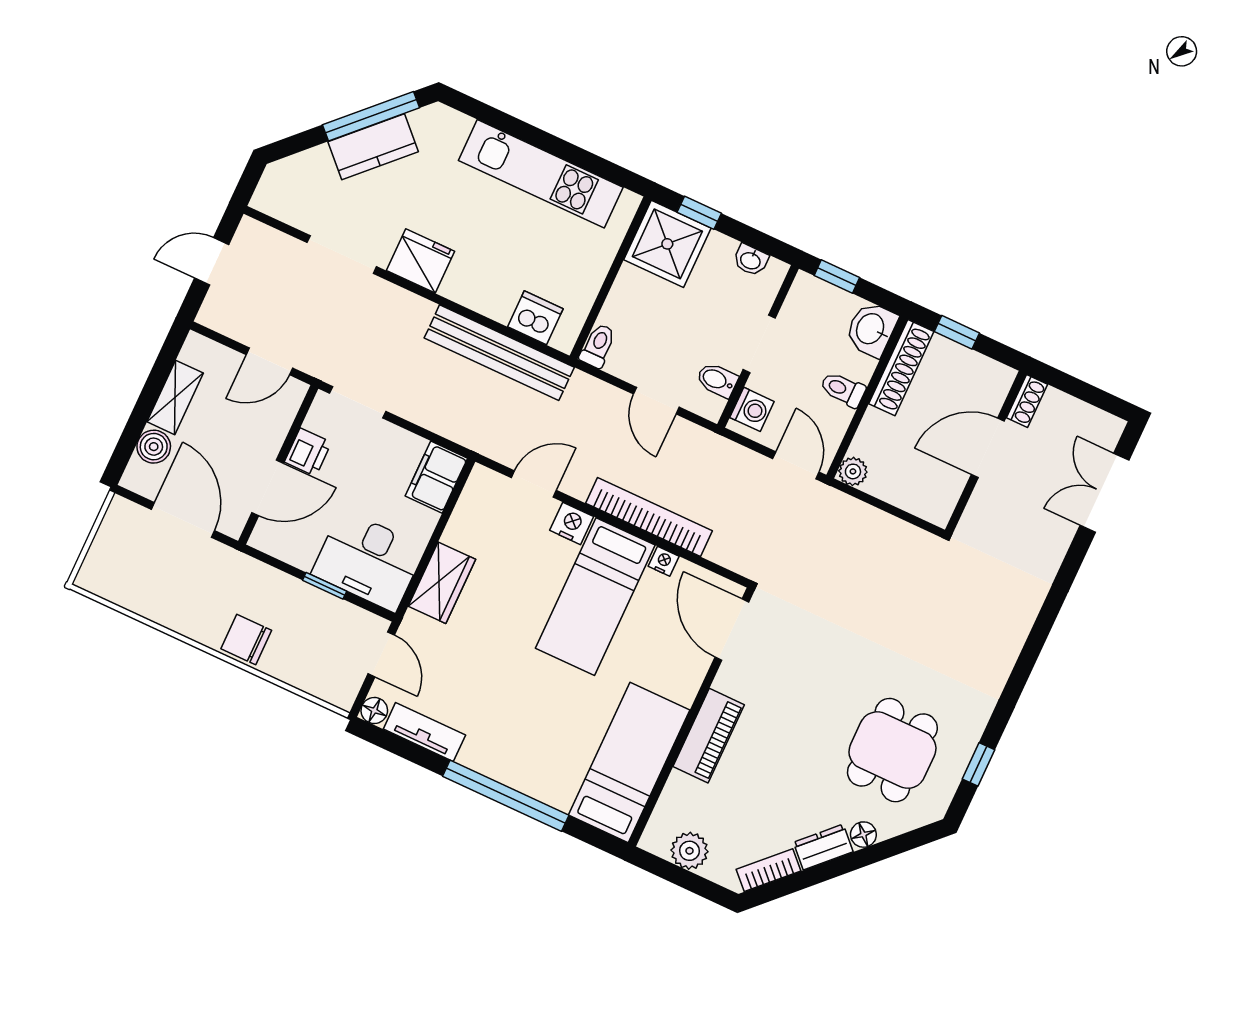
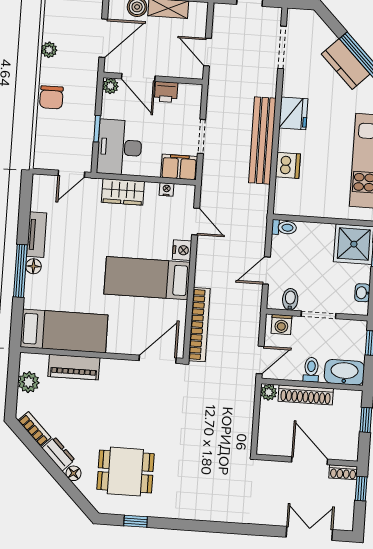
doorway: (342, 255) -> (282, 47), moved
dishwasher: (535, 318) -> (288, 165), moved
washbasin: (871, 329) -> (344, 372), width x1.38
bench: (499, 353) -> (262, 140), moved
shoe rack: (901, 368) -> (306, 395), moved
window: (1064, 382) -> (361, 489), added
doorway: (358, 402) -> (202, 136), moved
bookcase: (649, 517) -> (199, 325), moved
plant: (264, 538) -> (110, 86), added
nightstand: (664, 561) -> (167, 189), moved, turned -90
plant: (168, 614) -> (49, 50), added
chair: (246, 639) -> (51, 97), turned 180
floor lamp: (374, 711) -> (33, 266), moved
tv unit: (424, 732) -> (37, 235), moved
piano: (709, 736) -> (74, 367), moved
window: (506, 796) -> (20, 271), width x0.68

